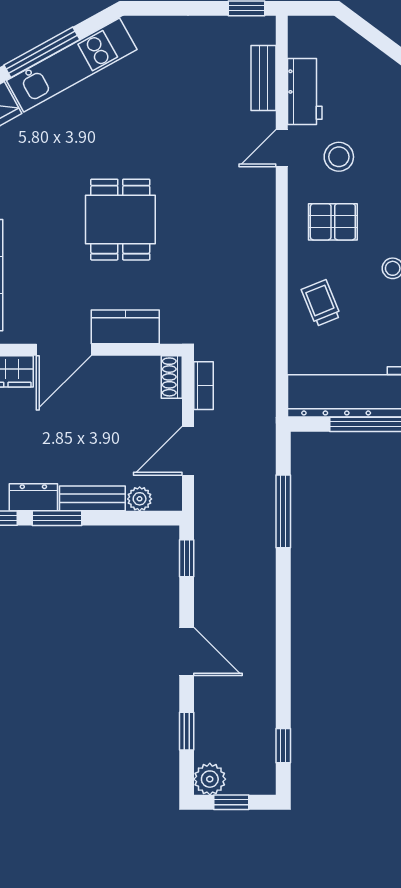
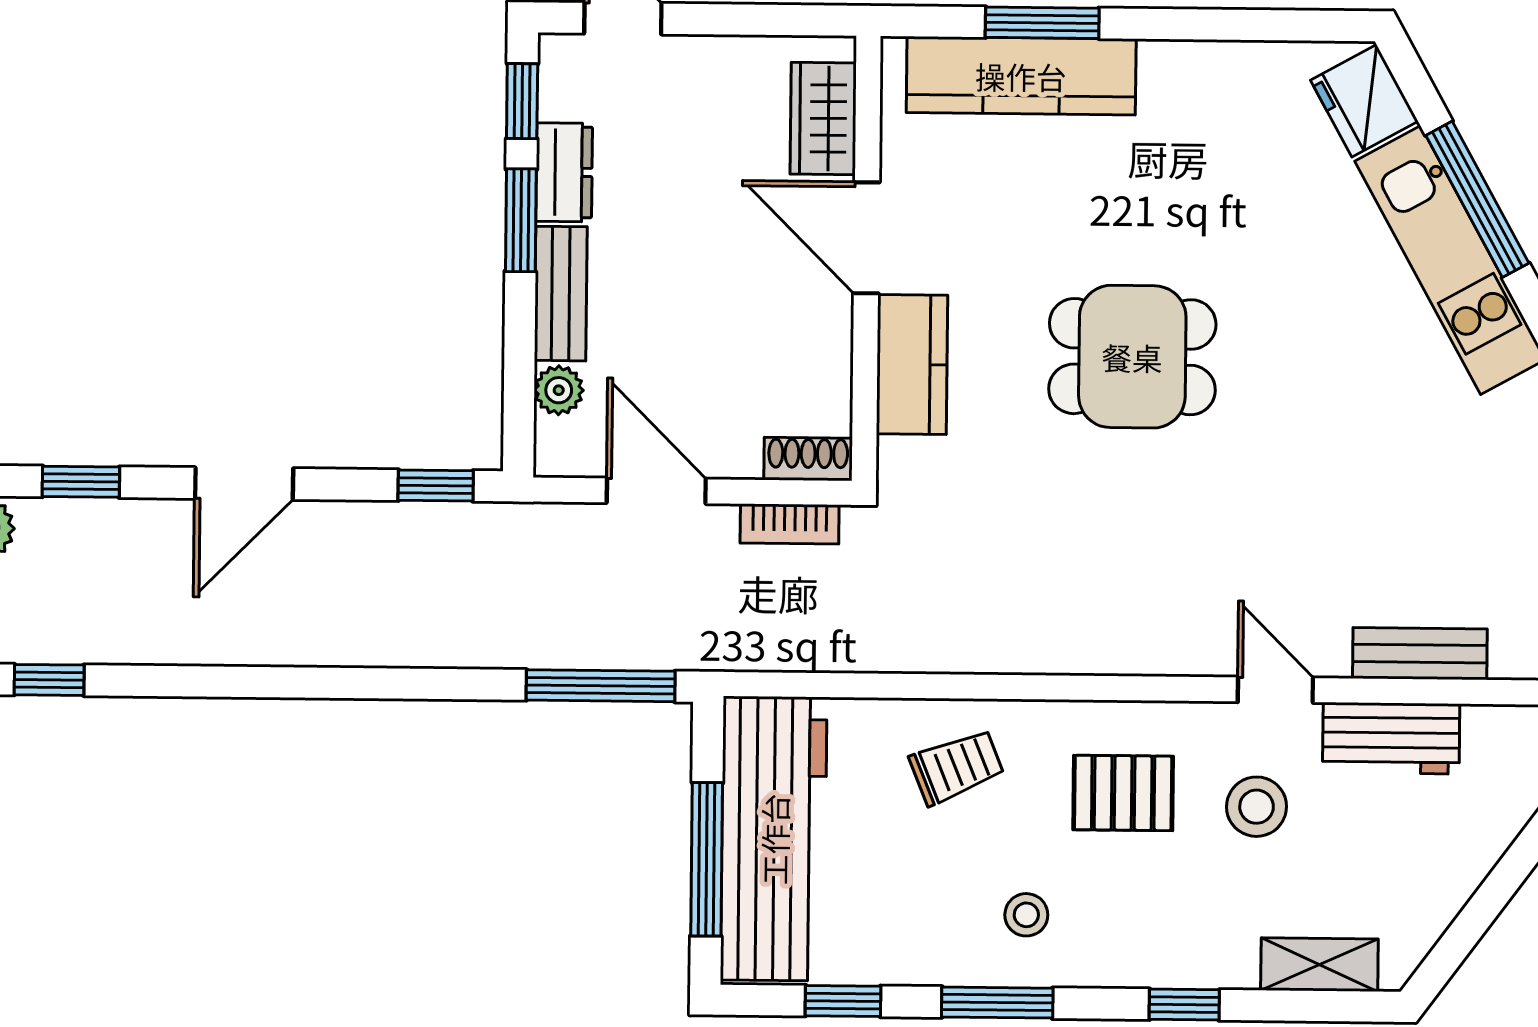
pallet: (333, 222) -> (1123, 793), turned 90
window: (283, 511) -> (601, 686), moved

